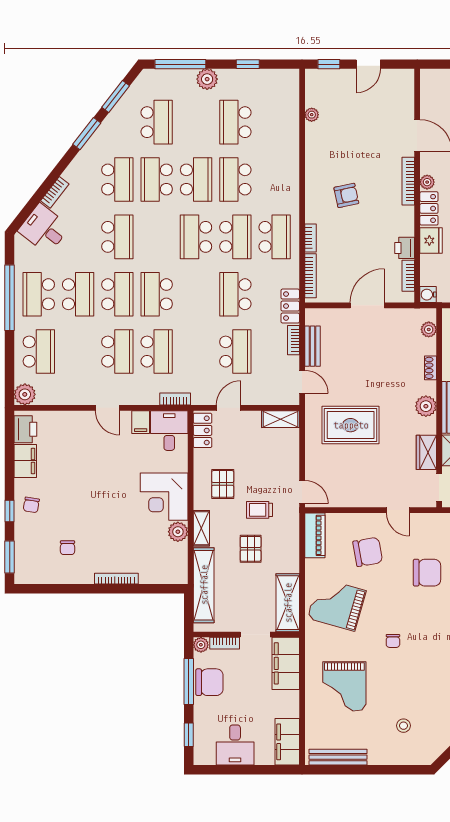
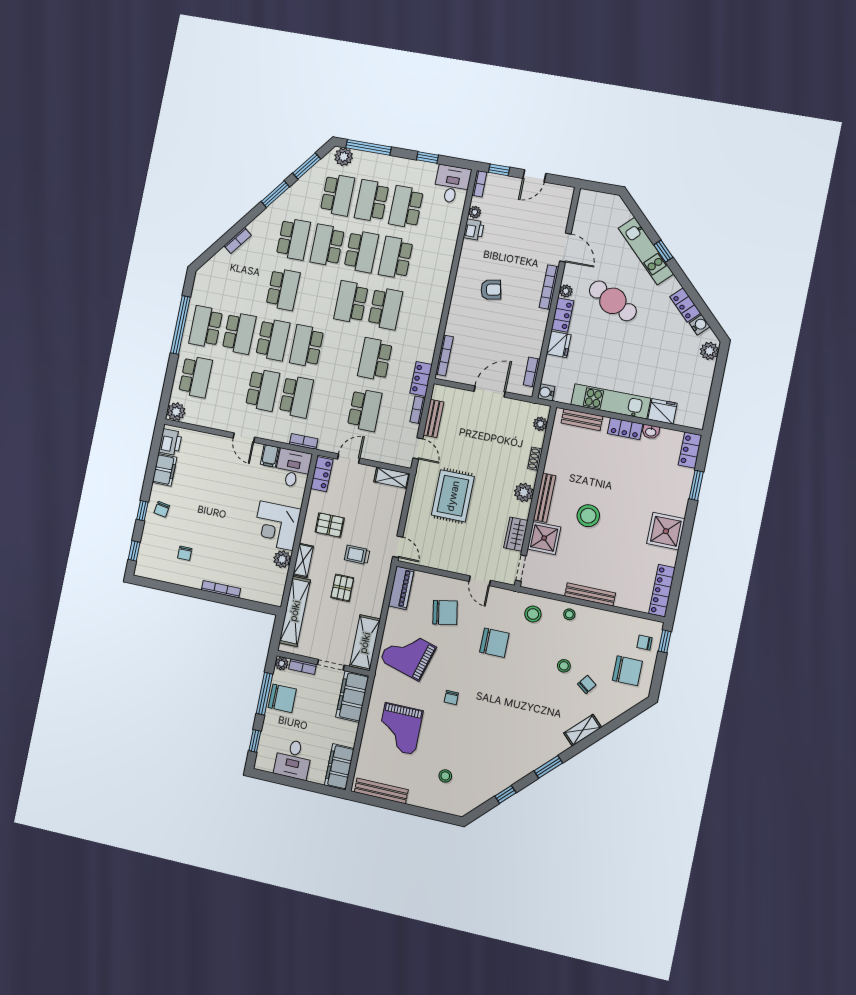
plant: (207, 79) -> (344, 157), moved
desk: (44, 229) -> (452, 184), moved, turned 52
school desk: (275, 237) -> (372, 201), moved, turned 180
bookcase: (310, 238) -> (479, 184), moved
printer: (405, 248) -> (474, 230), moved, turned 180
rug: (351, 425) -> (453, 496), turned 90
pallet: (223, 484) -> (330, 525), turned 90
window: (10, 557) -> (134, 551), width x0.67

